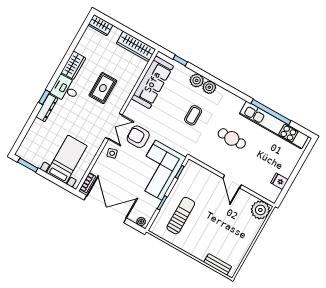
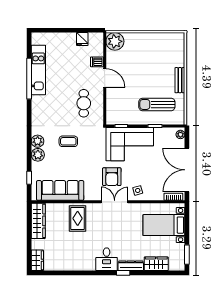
wardrobe: (73, 65) -> (156, 264), moved
rug: (103, 88) -> (78, 218), moved, turned 90
kitchen unit: (274, 125) -> (38, 70), width x0.73
cafe table: (232, 138) -> (84, 103), moved
door: (232, 182) -> (105, 78), hinge flipped
dishwasher: (251, 183) -> (97, 62), added
bench: (218, 264) -> (180, 80), moved

